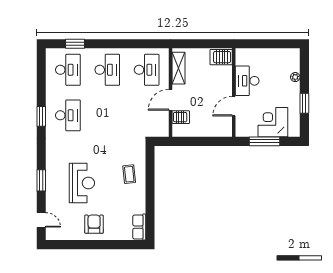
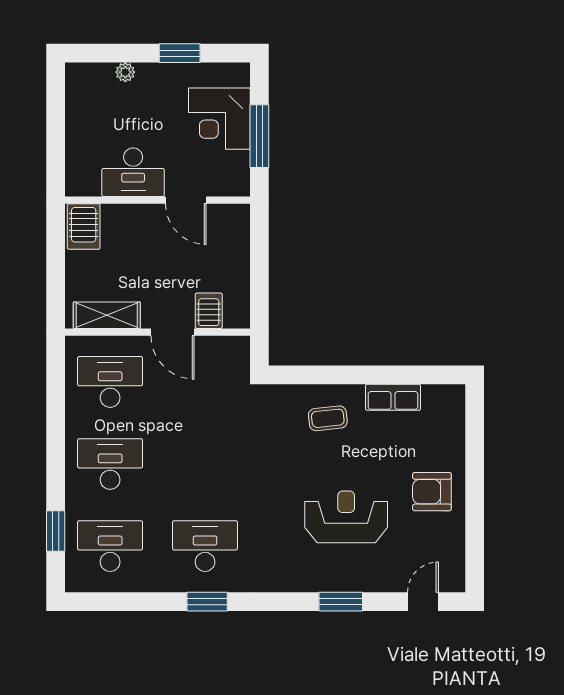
row of seats: (139, 227) -> (393, 397), moved

